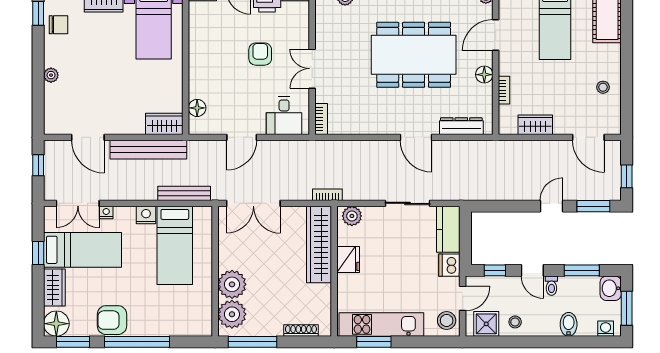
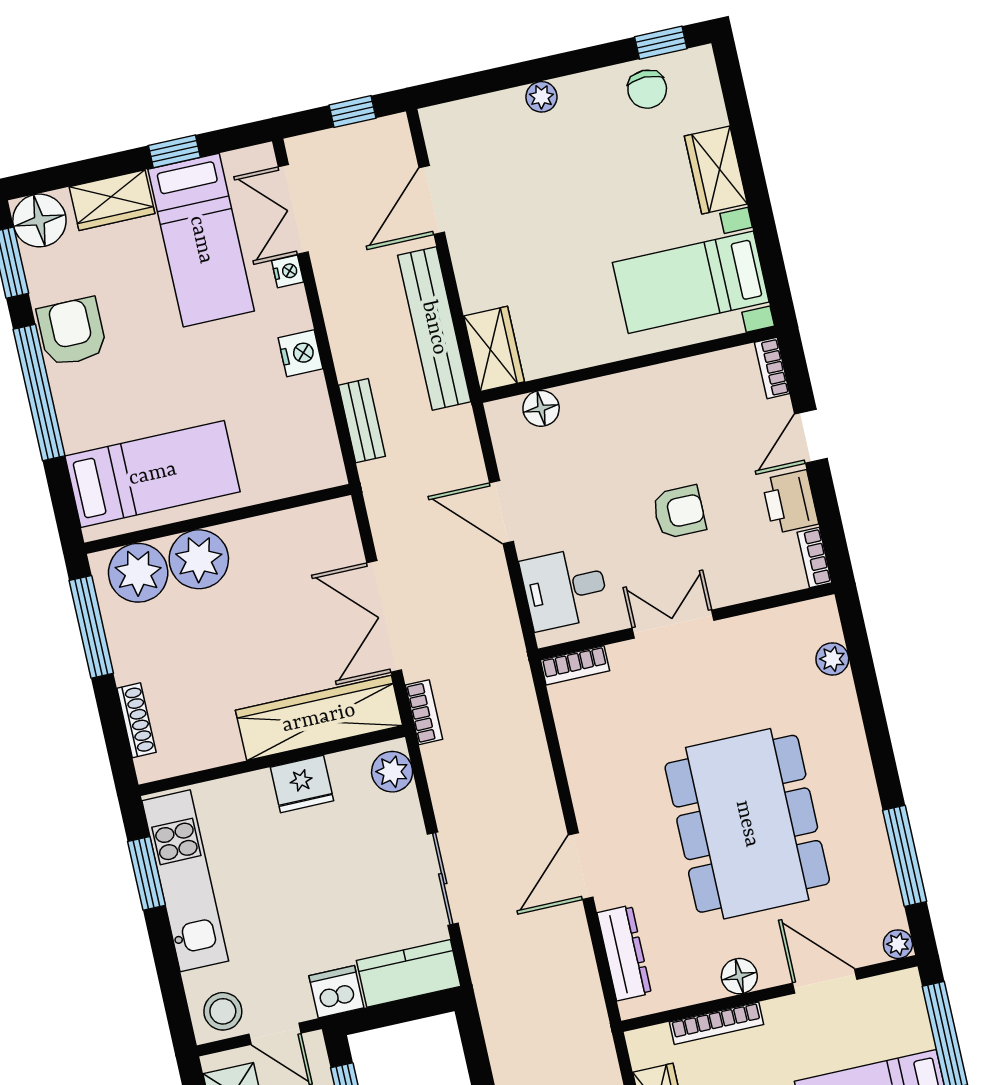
bookcase: (504, 90) -> (717, 1023), width x1.56
bench: (184, 193) -> (362, 421), width x0.73
double door: (253, 203) -> (384, 616), moved
bed: (175, 245) -> (153, 474), moved, turned 180

